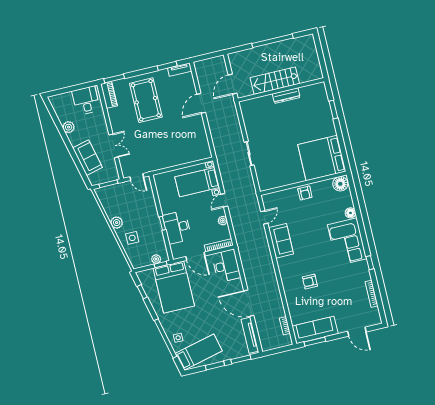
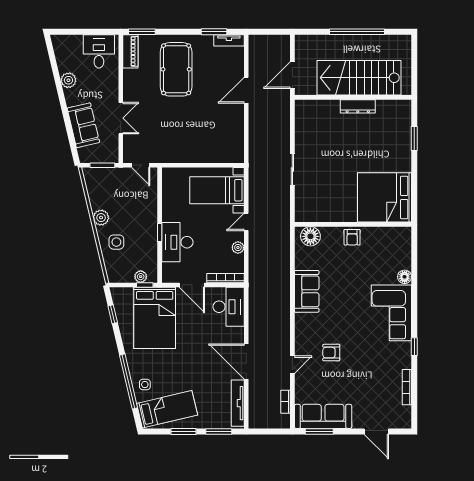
stairs: (275, 81) -> (359, 78), width x1.36, depth x1.51
floor lamp: (340, 184) -> (310, 236), moved
door: (264, 217) -> (292, 365), moved

